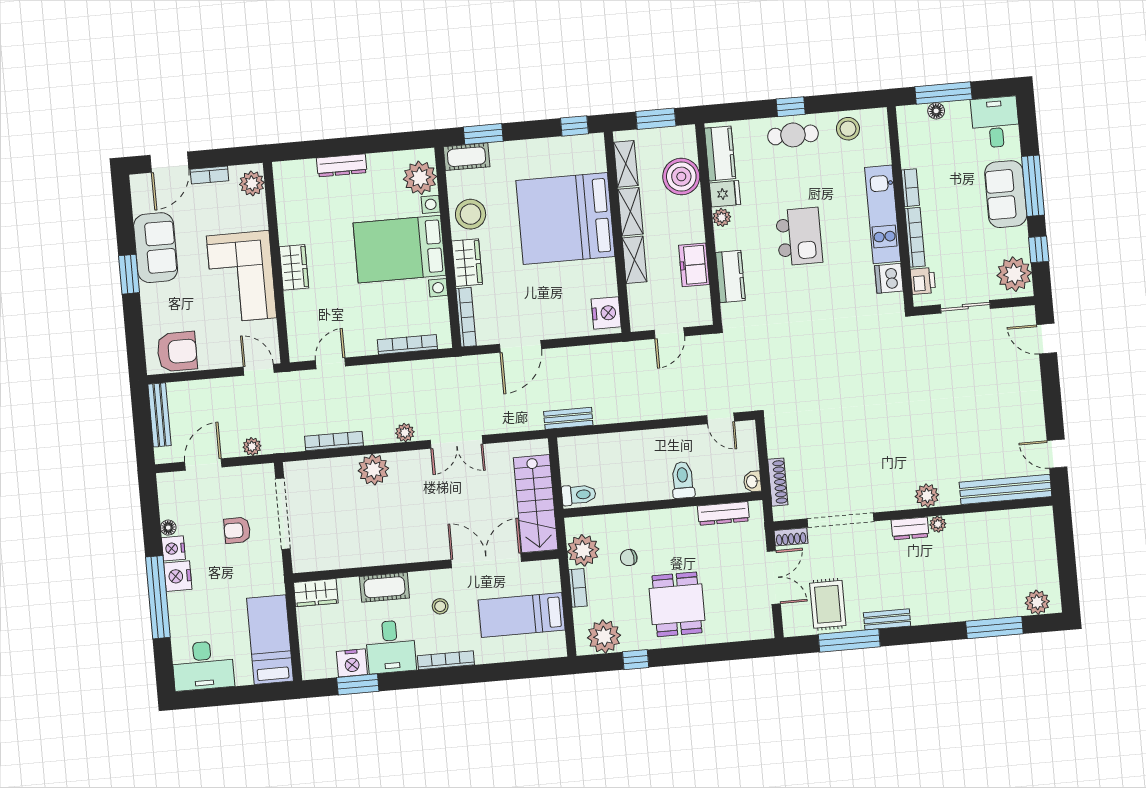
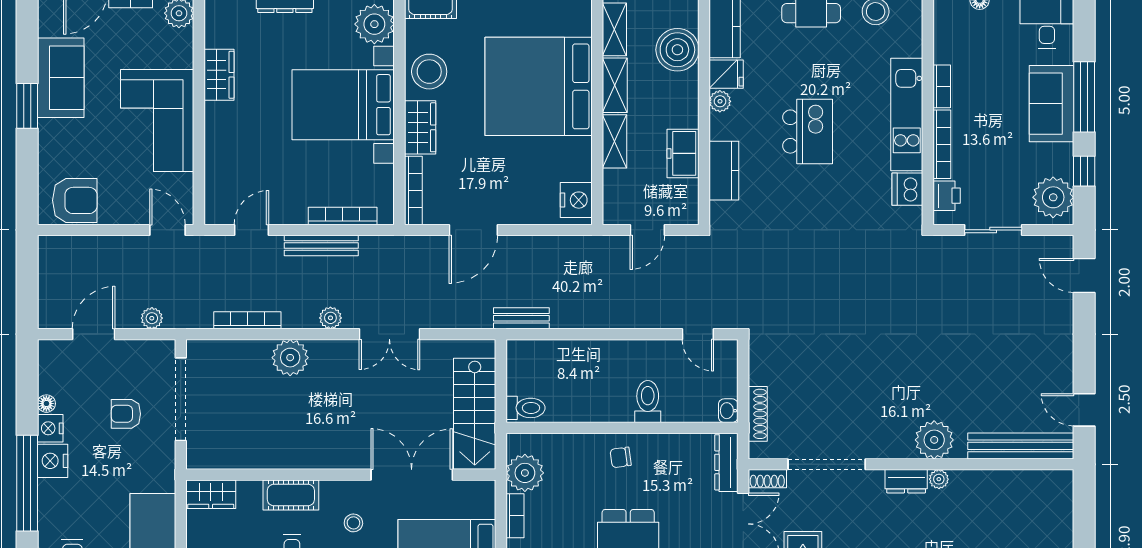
wardrobe: (294, 267) -> (219, 75), moved
bench: (159, 415) -> (321, 245), moved, turned 90
plant: (927, 496) -> (934, 440), width x1.36, depth x1.36
dresser: (723, 513) -> (726, 462), moved, turned 90
chair: (629, 558) -> (621, 457), moved

